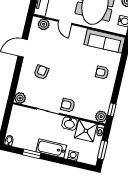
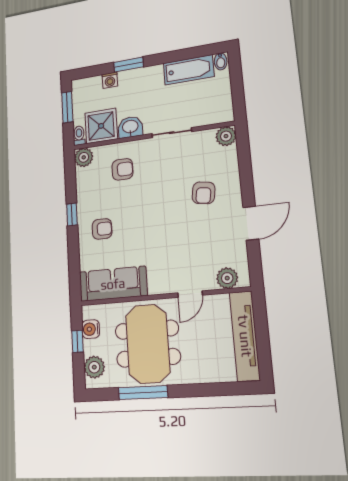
door: (65, 22) -> (190, 294), swing flipped
armchair: (68, 105) -> (122, 169), moved
window: (112, 110) -> (72, 214), moved
bathtub: (51, 148) -> (189, 70), moved
window: (32, 154) -> (129, 65), moved

